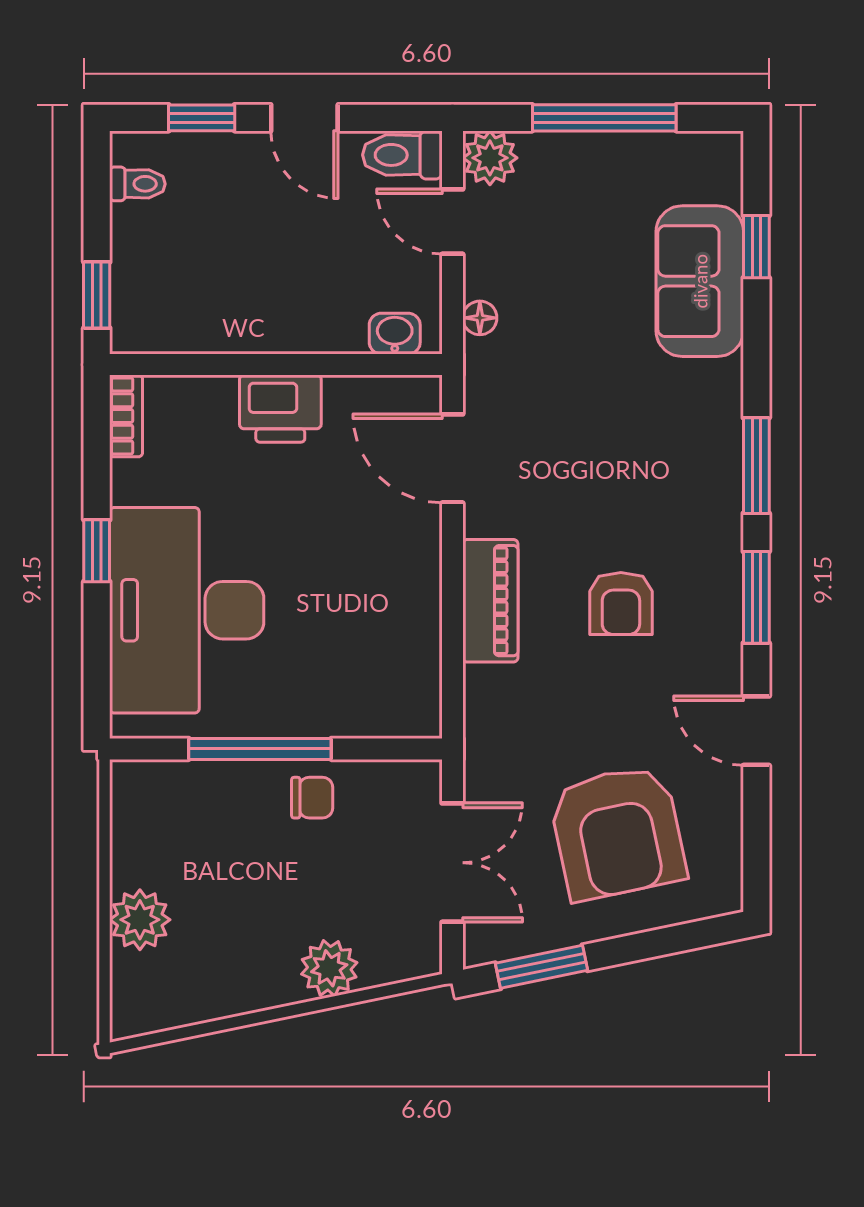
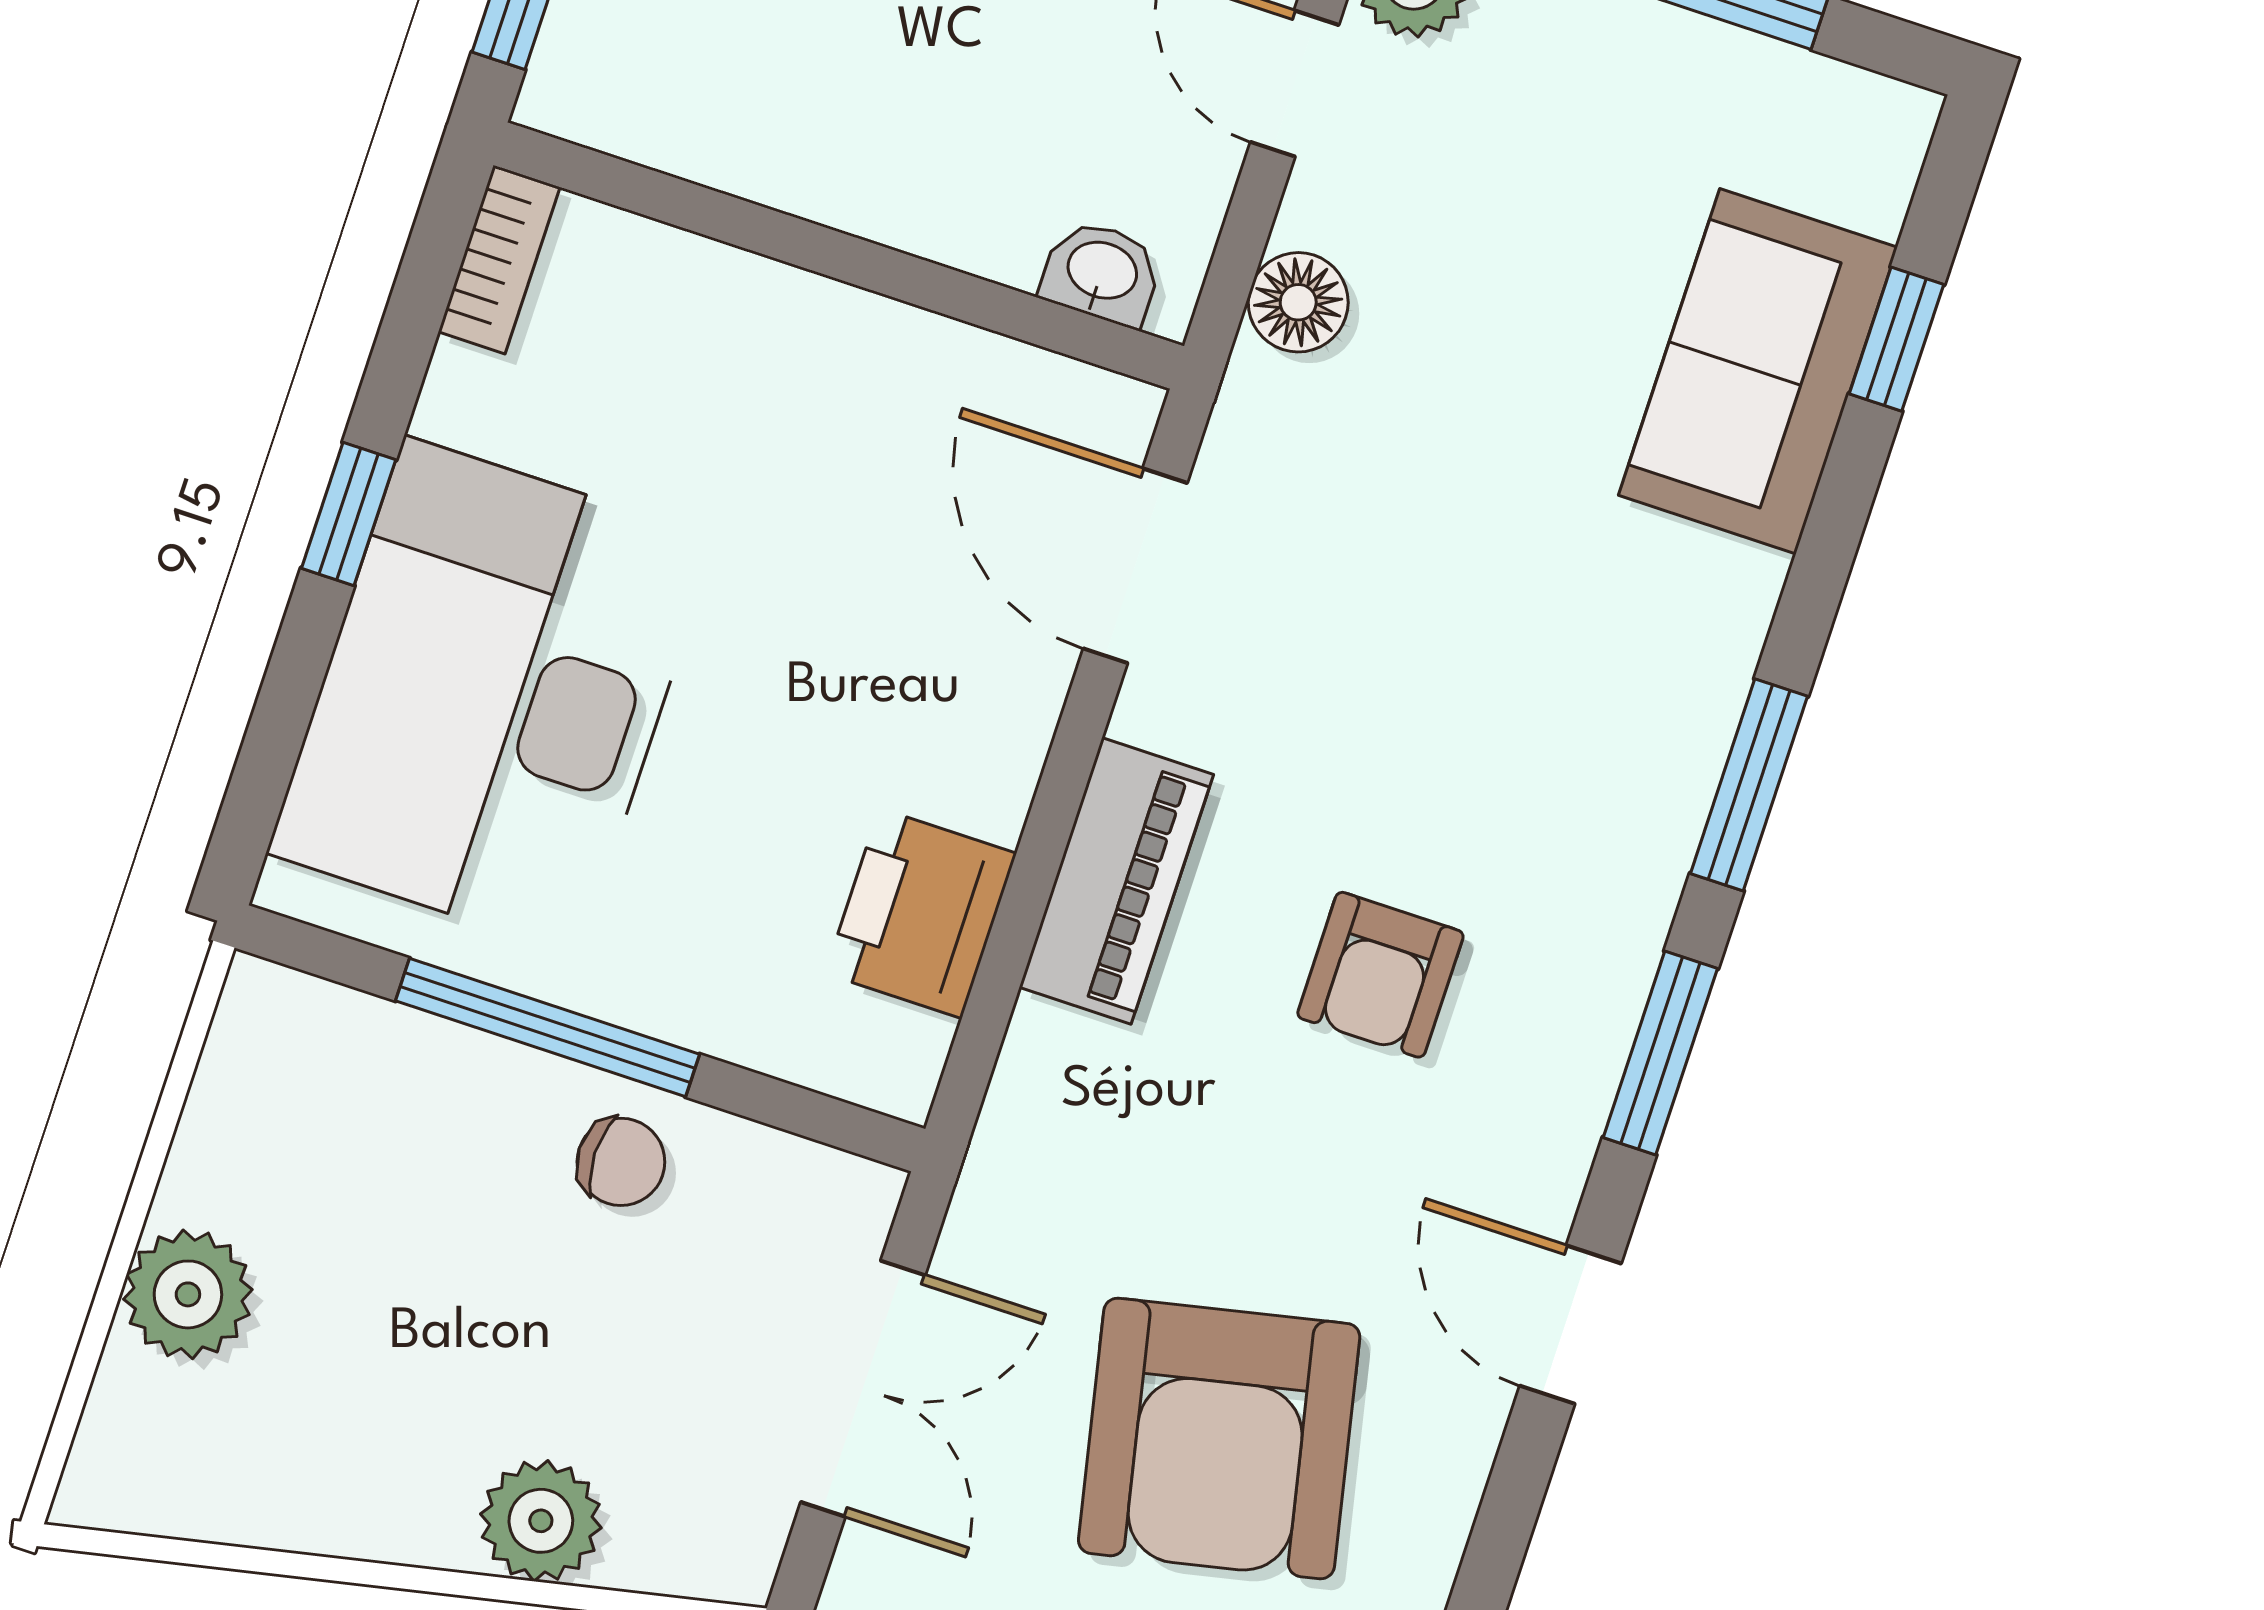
floor lamp: (480, 318) -> (1298, 302), width x1.37, depth x1.37
printer: (280, 409) -> (921, 913), moved, turned 90

